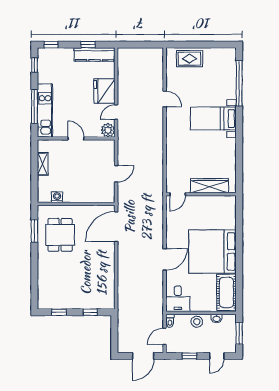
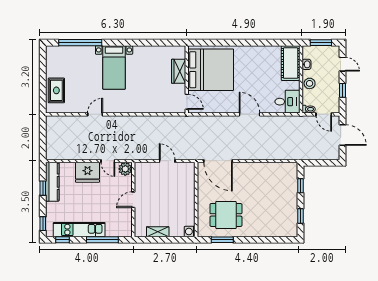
kitchen unit: (45, 110) -> (79, 230), moved
wardrobe: (209, 186) -> (179, 71), width x0.67
washing machine: (57, 197) -> (190, 231), moved
bed: (212, 252) -> (211, 70), moved, turned -90
cot: (226, 292) -> (291, 63), moved, turned 90

